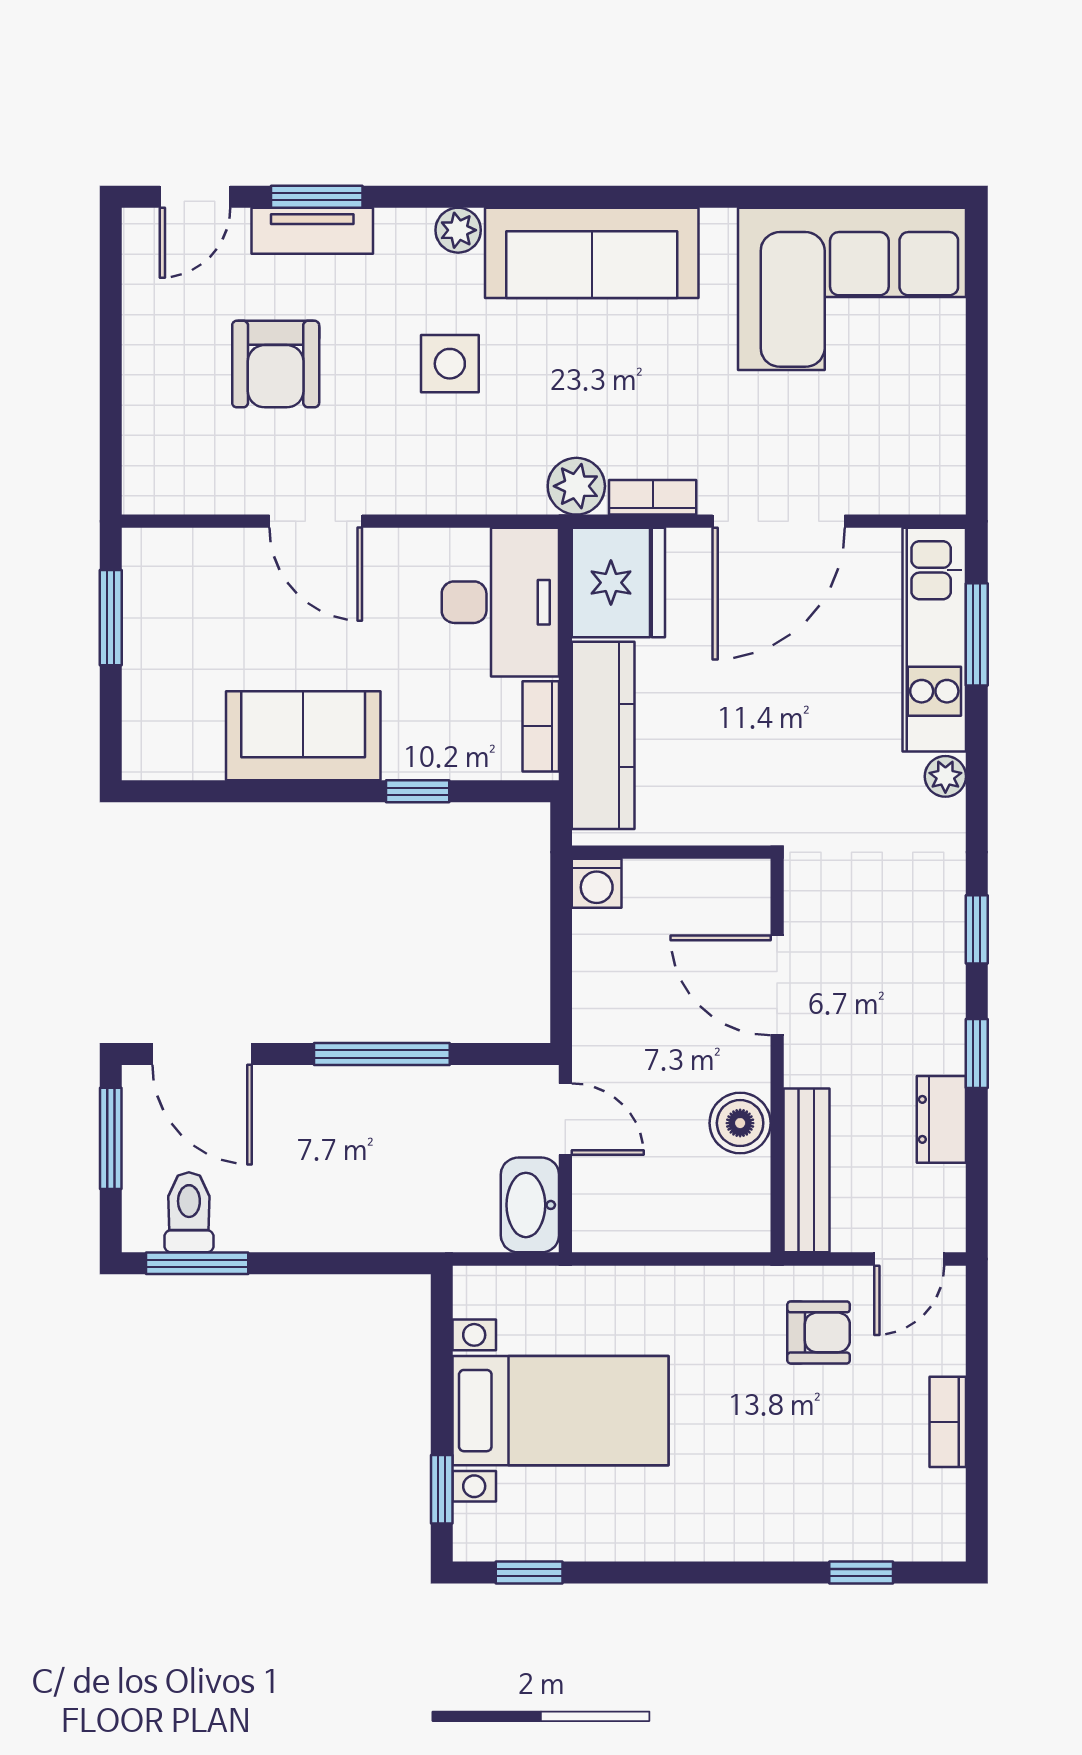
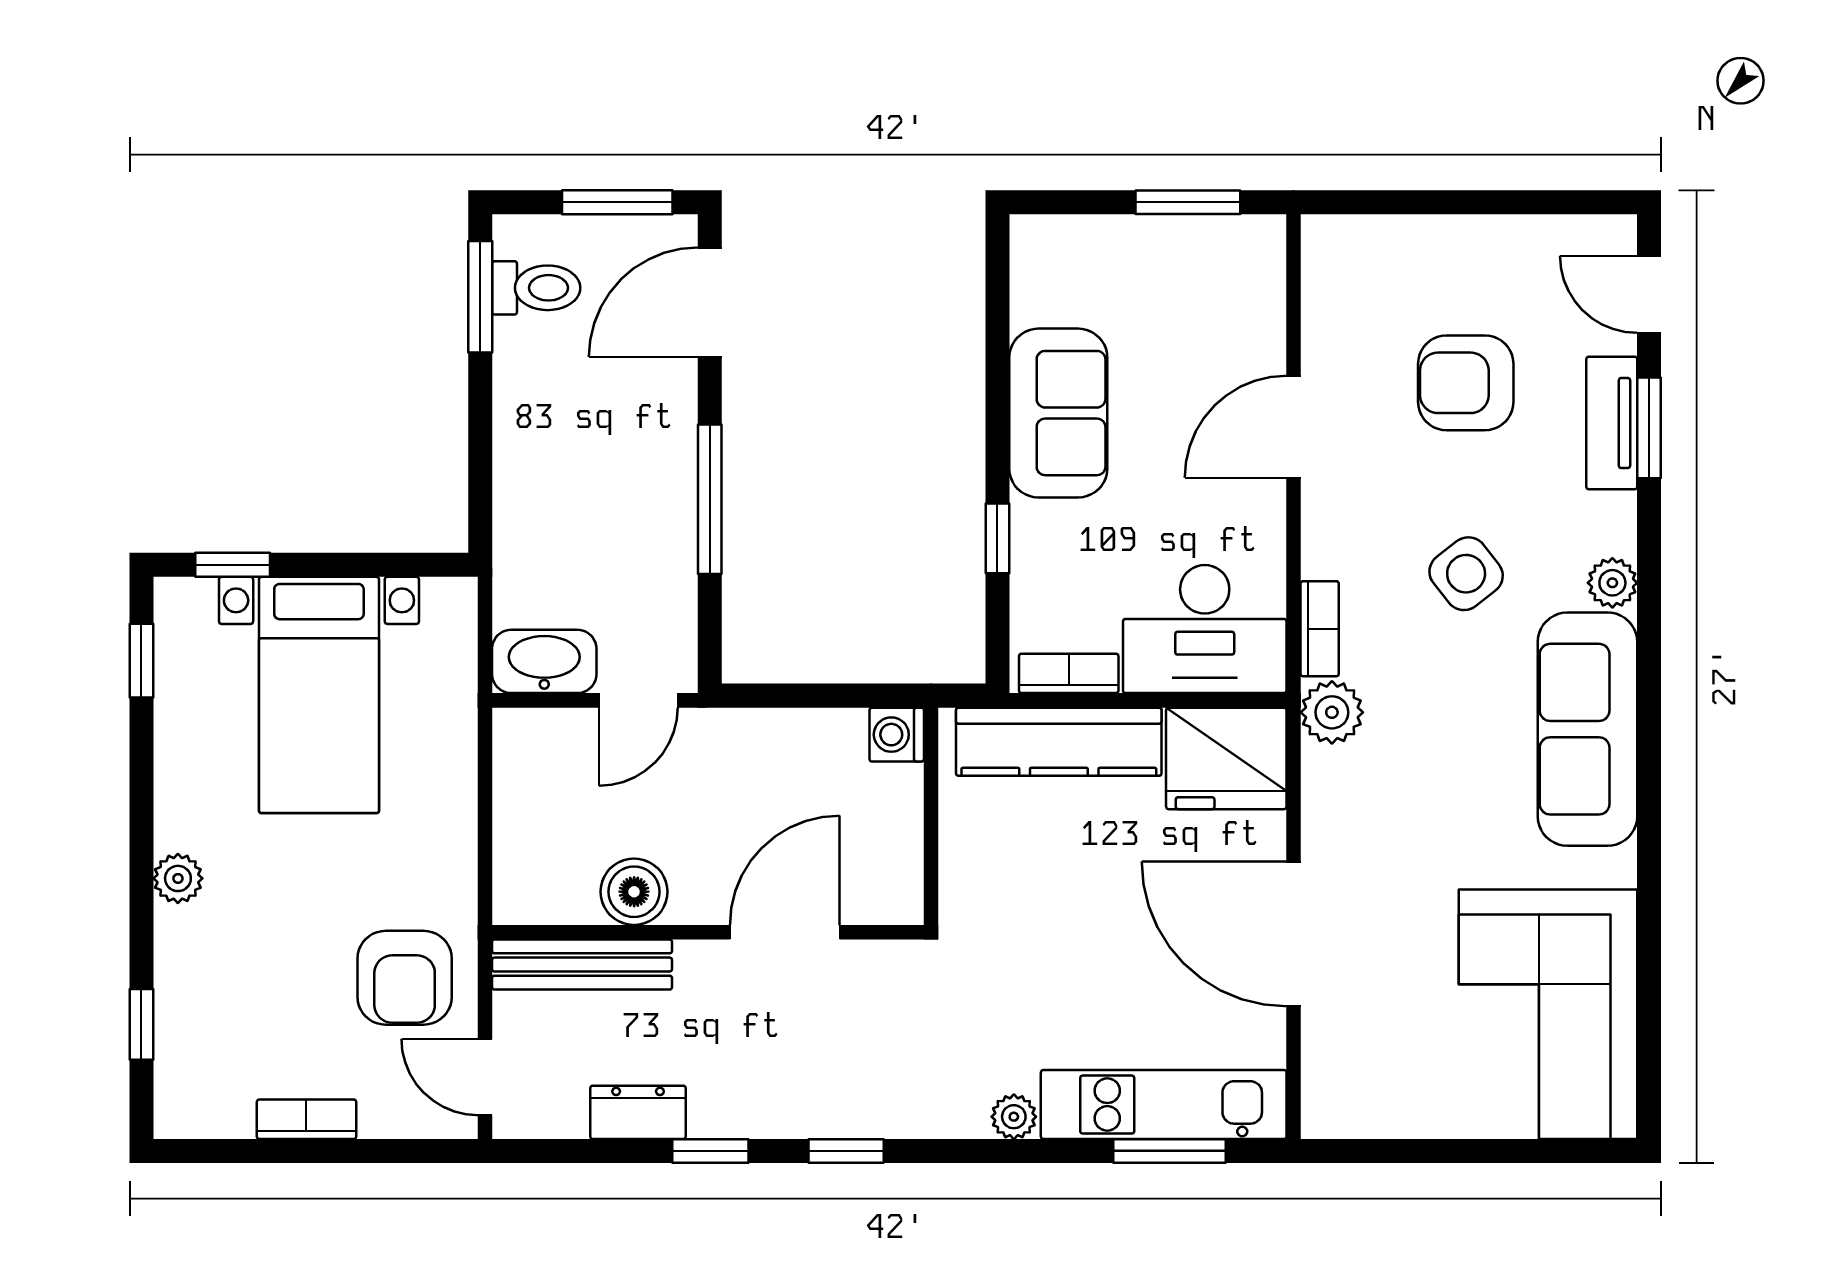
side table: (450, 364) -> (1466, 574), turned -38
bookcase: (653, 497) -> (1320, 629), moved
armchair: (819, 1332) -> (405, 978), width x1.38, depth x1.38
plant: (728, 1539) -> (178, 878), added

